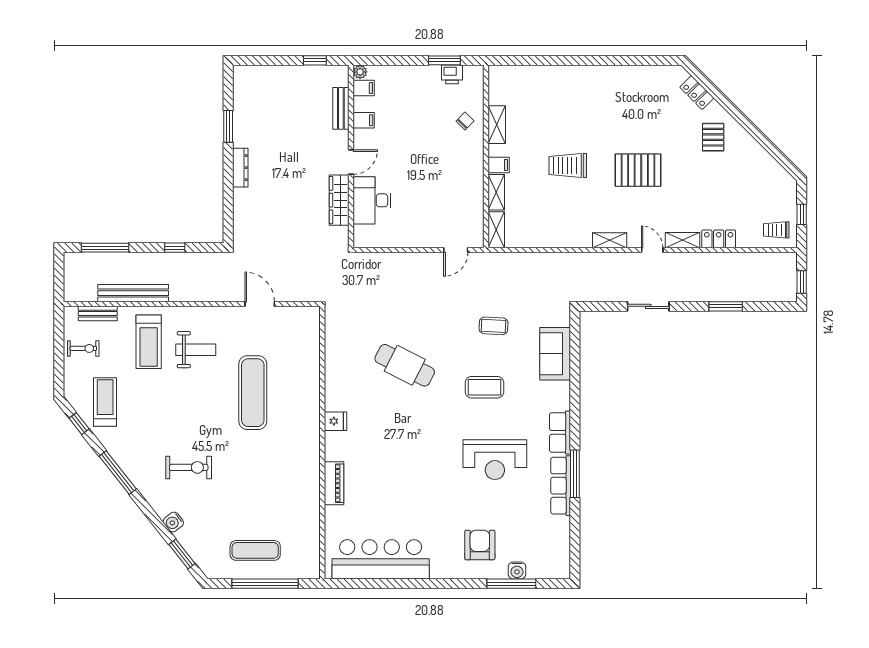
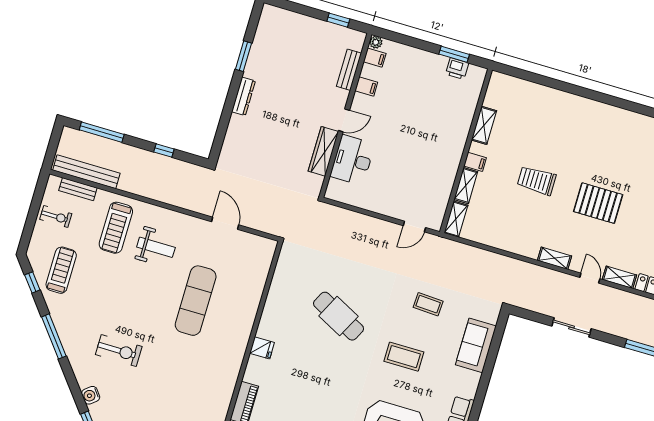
chair: (465, 121) -> (457, 114), removed
bench: (133, 293) -> (86, 172), moved

